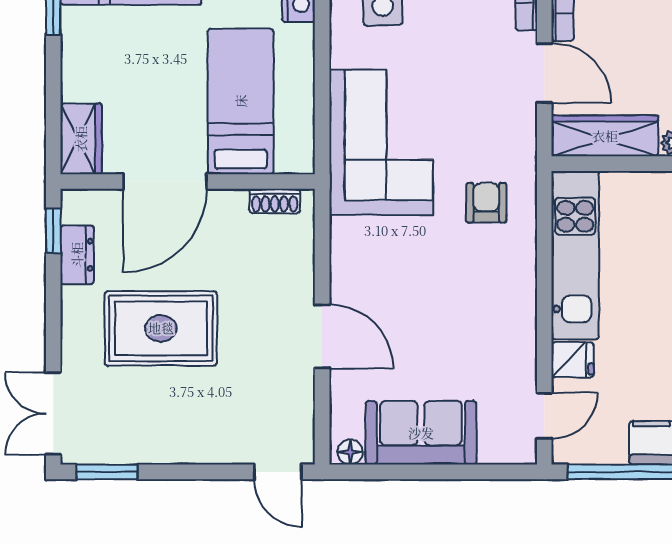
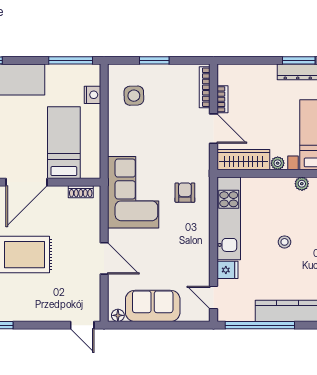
corner sofa: (381, 142) -> (133, 192), moved
door: (544, 416) -> (214, 298), swing flipped

